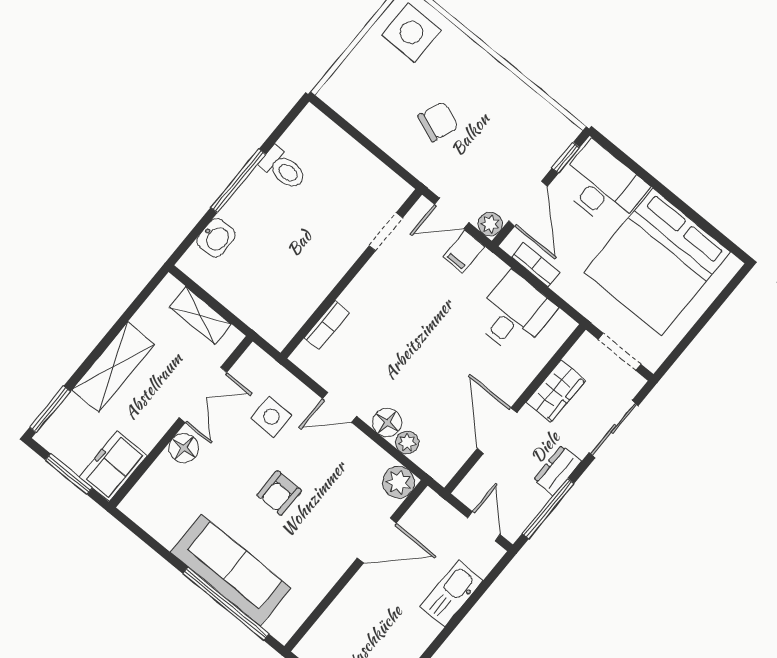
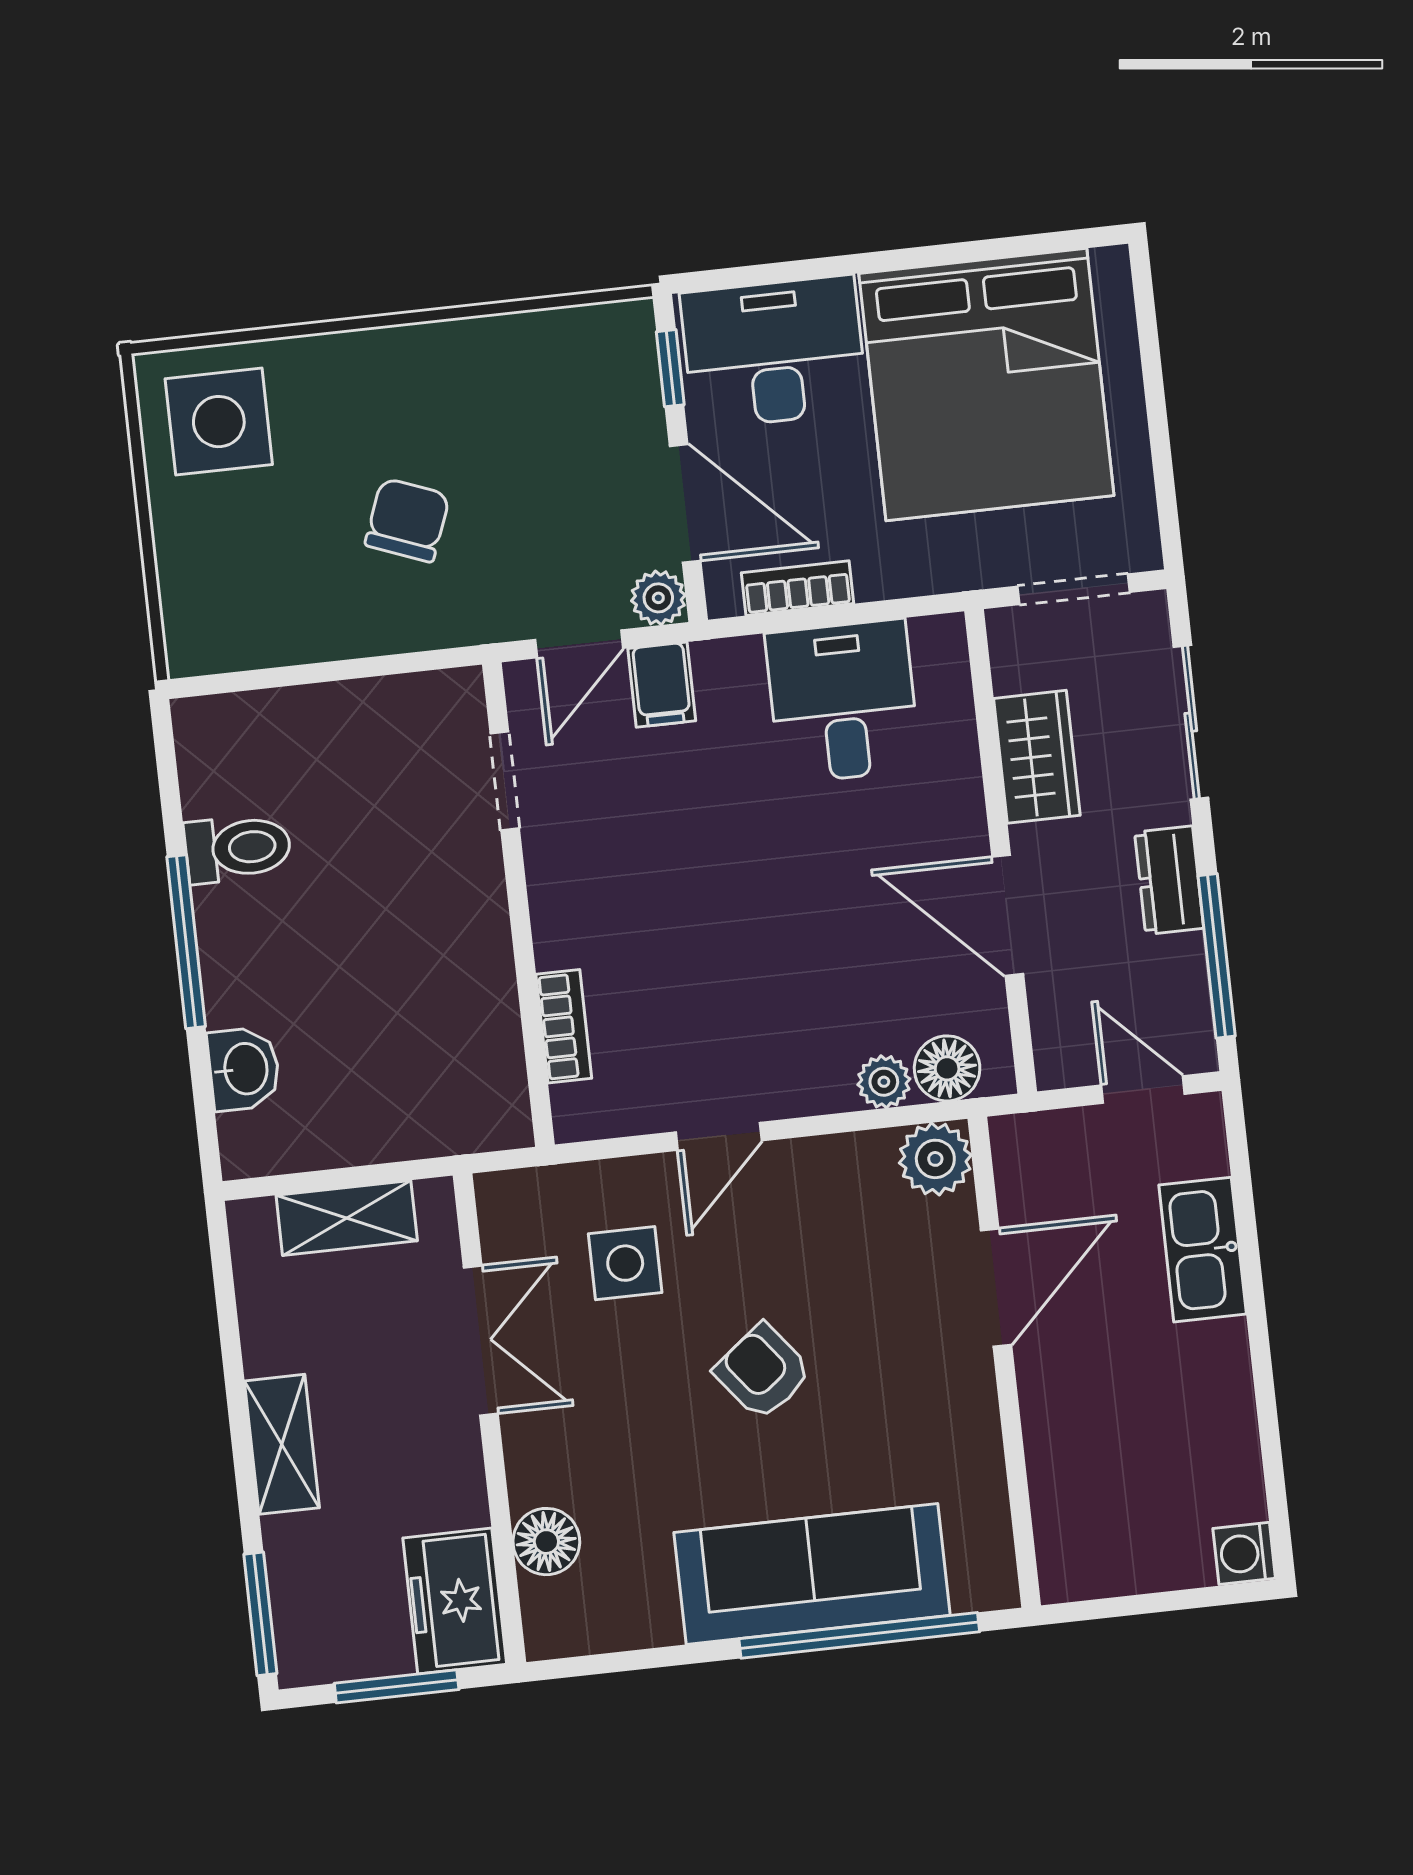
shelving: (113, 367) -> (282, 1444), width x0.67, depth x0.75
floor lamp: (387, 422) -> (947, 1068), moved
floor lamp: (184, 448) -> (546, 1542), moved
armchair: (279, 493) -> (763, 1372), turned 142

